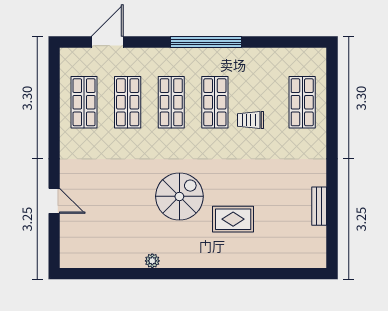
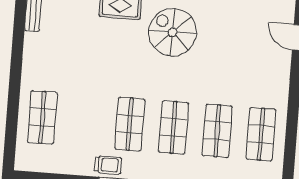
trolley: (251, 120) -> (108, 165), moved
spiral stairs: (179, 196) -> (173, 32), turned 90

